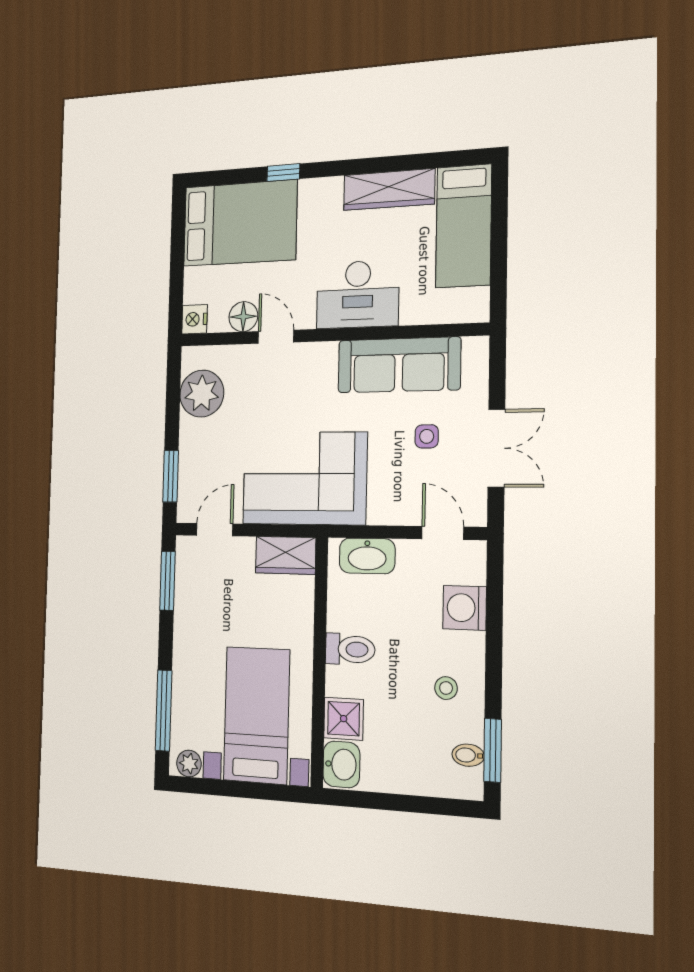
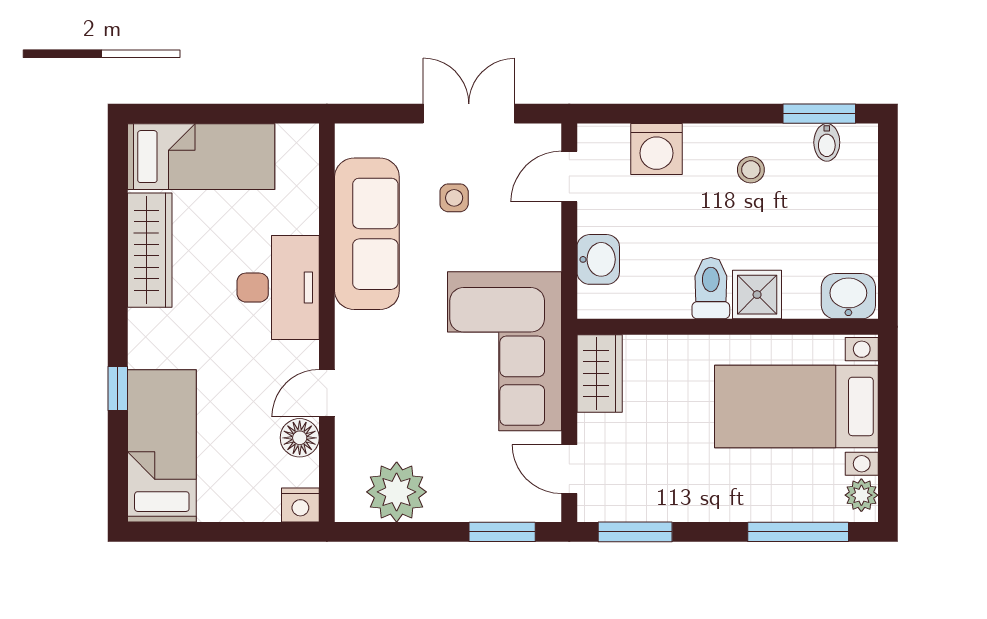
bed: (240, 223) -> (162, 446), width x0.67
washbasin: (367, 556) -> (598, 259), width x0.72
shower: (344, 719) -> (757, 295), moved

